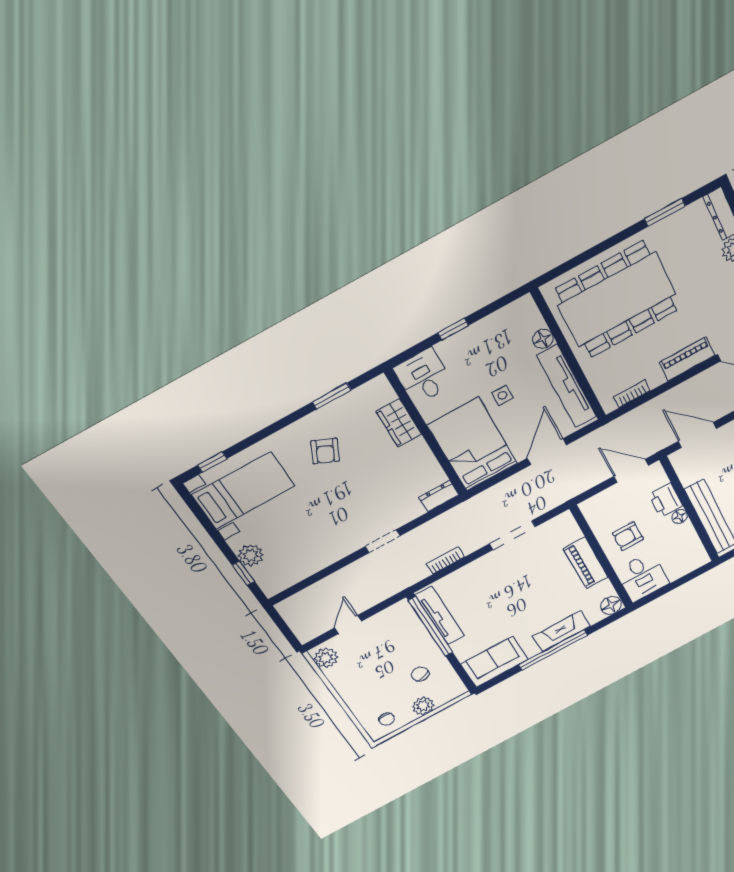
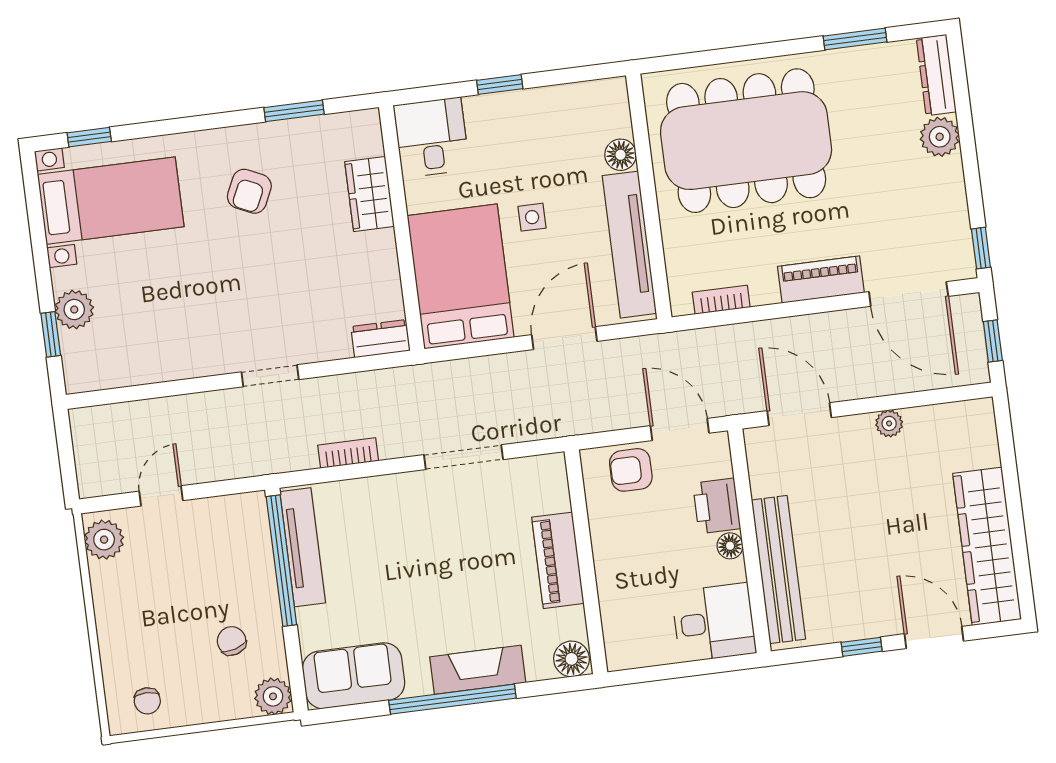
armchair: (628, 536) -> (631, 470), moved
desk: (642, 577) -> (714, 623), moved, turned -90
plant: (423, 706) -> (273, 696), moved

